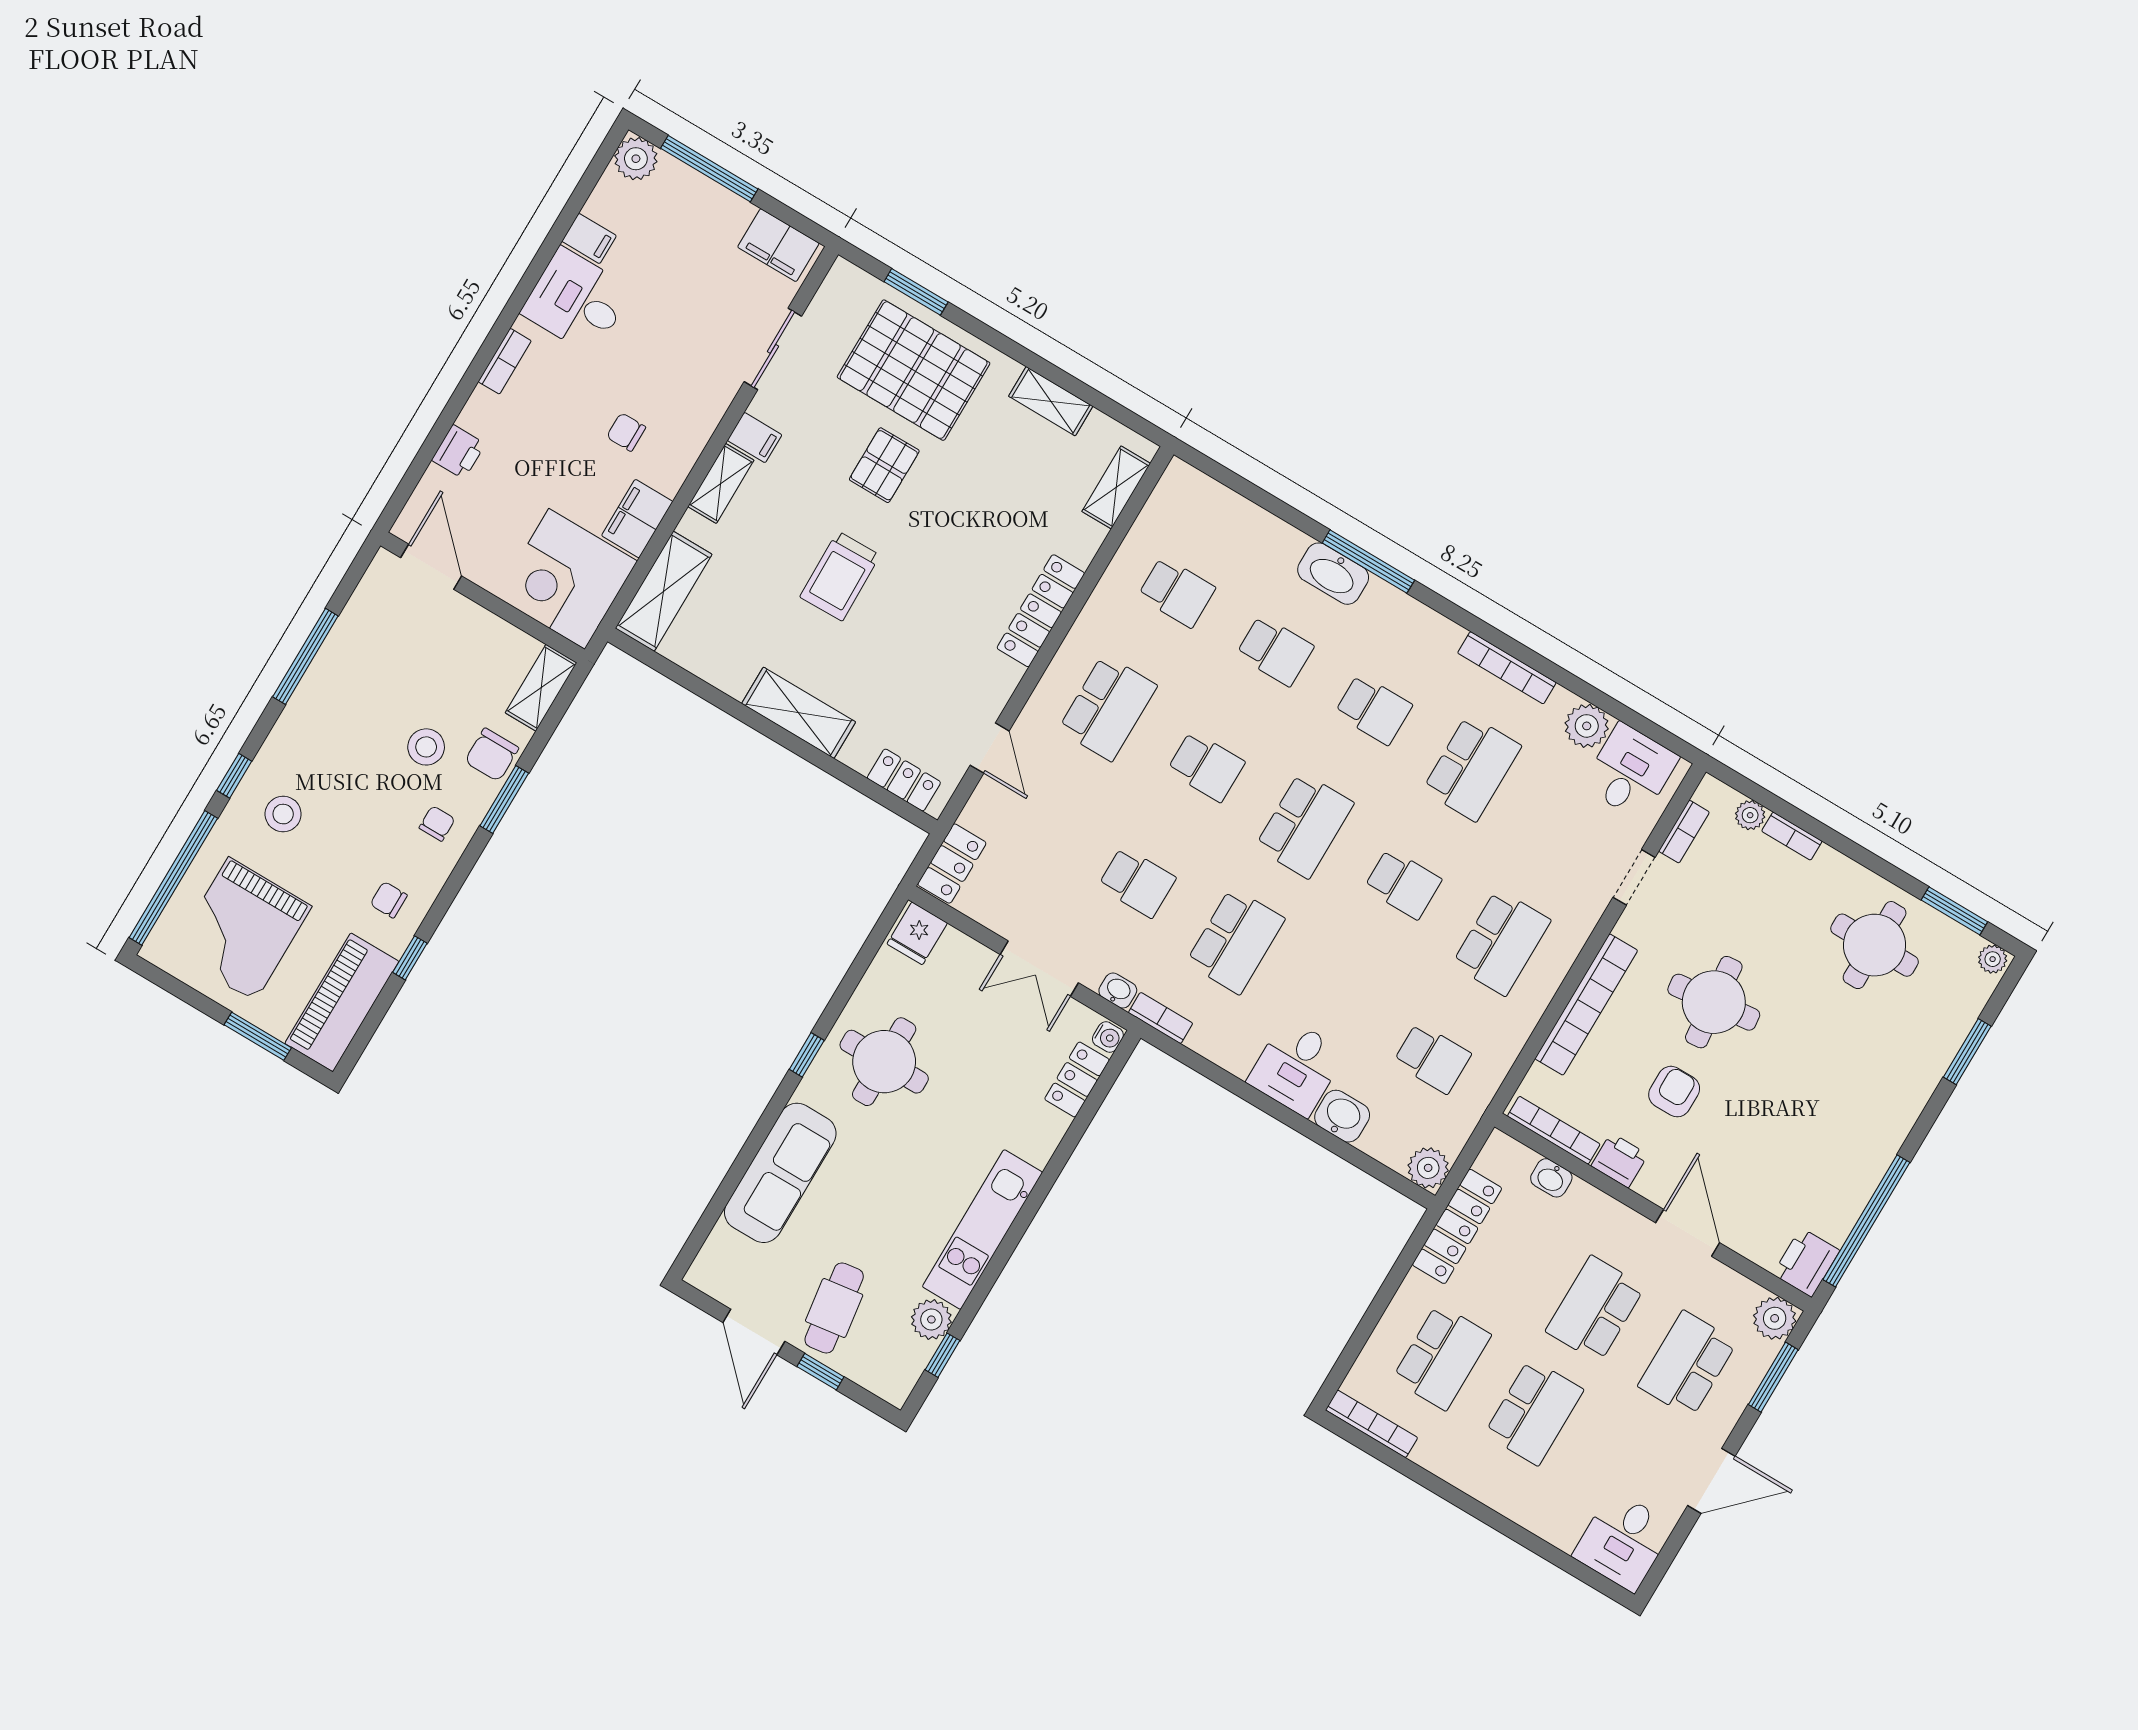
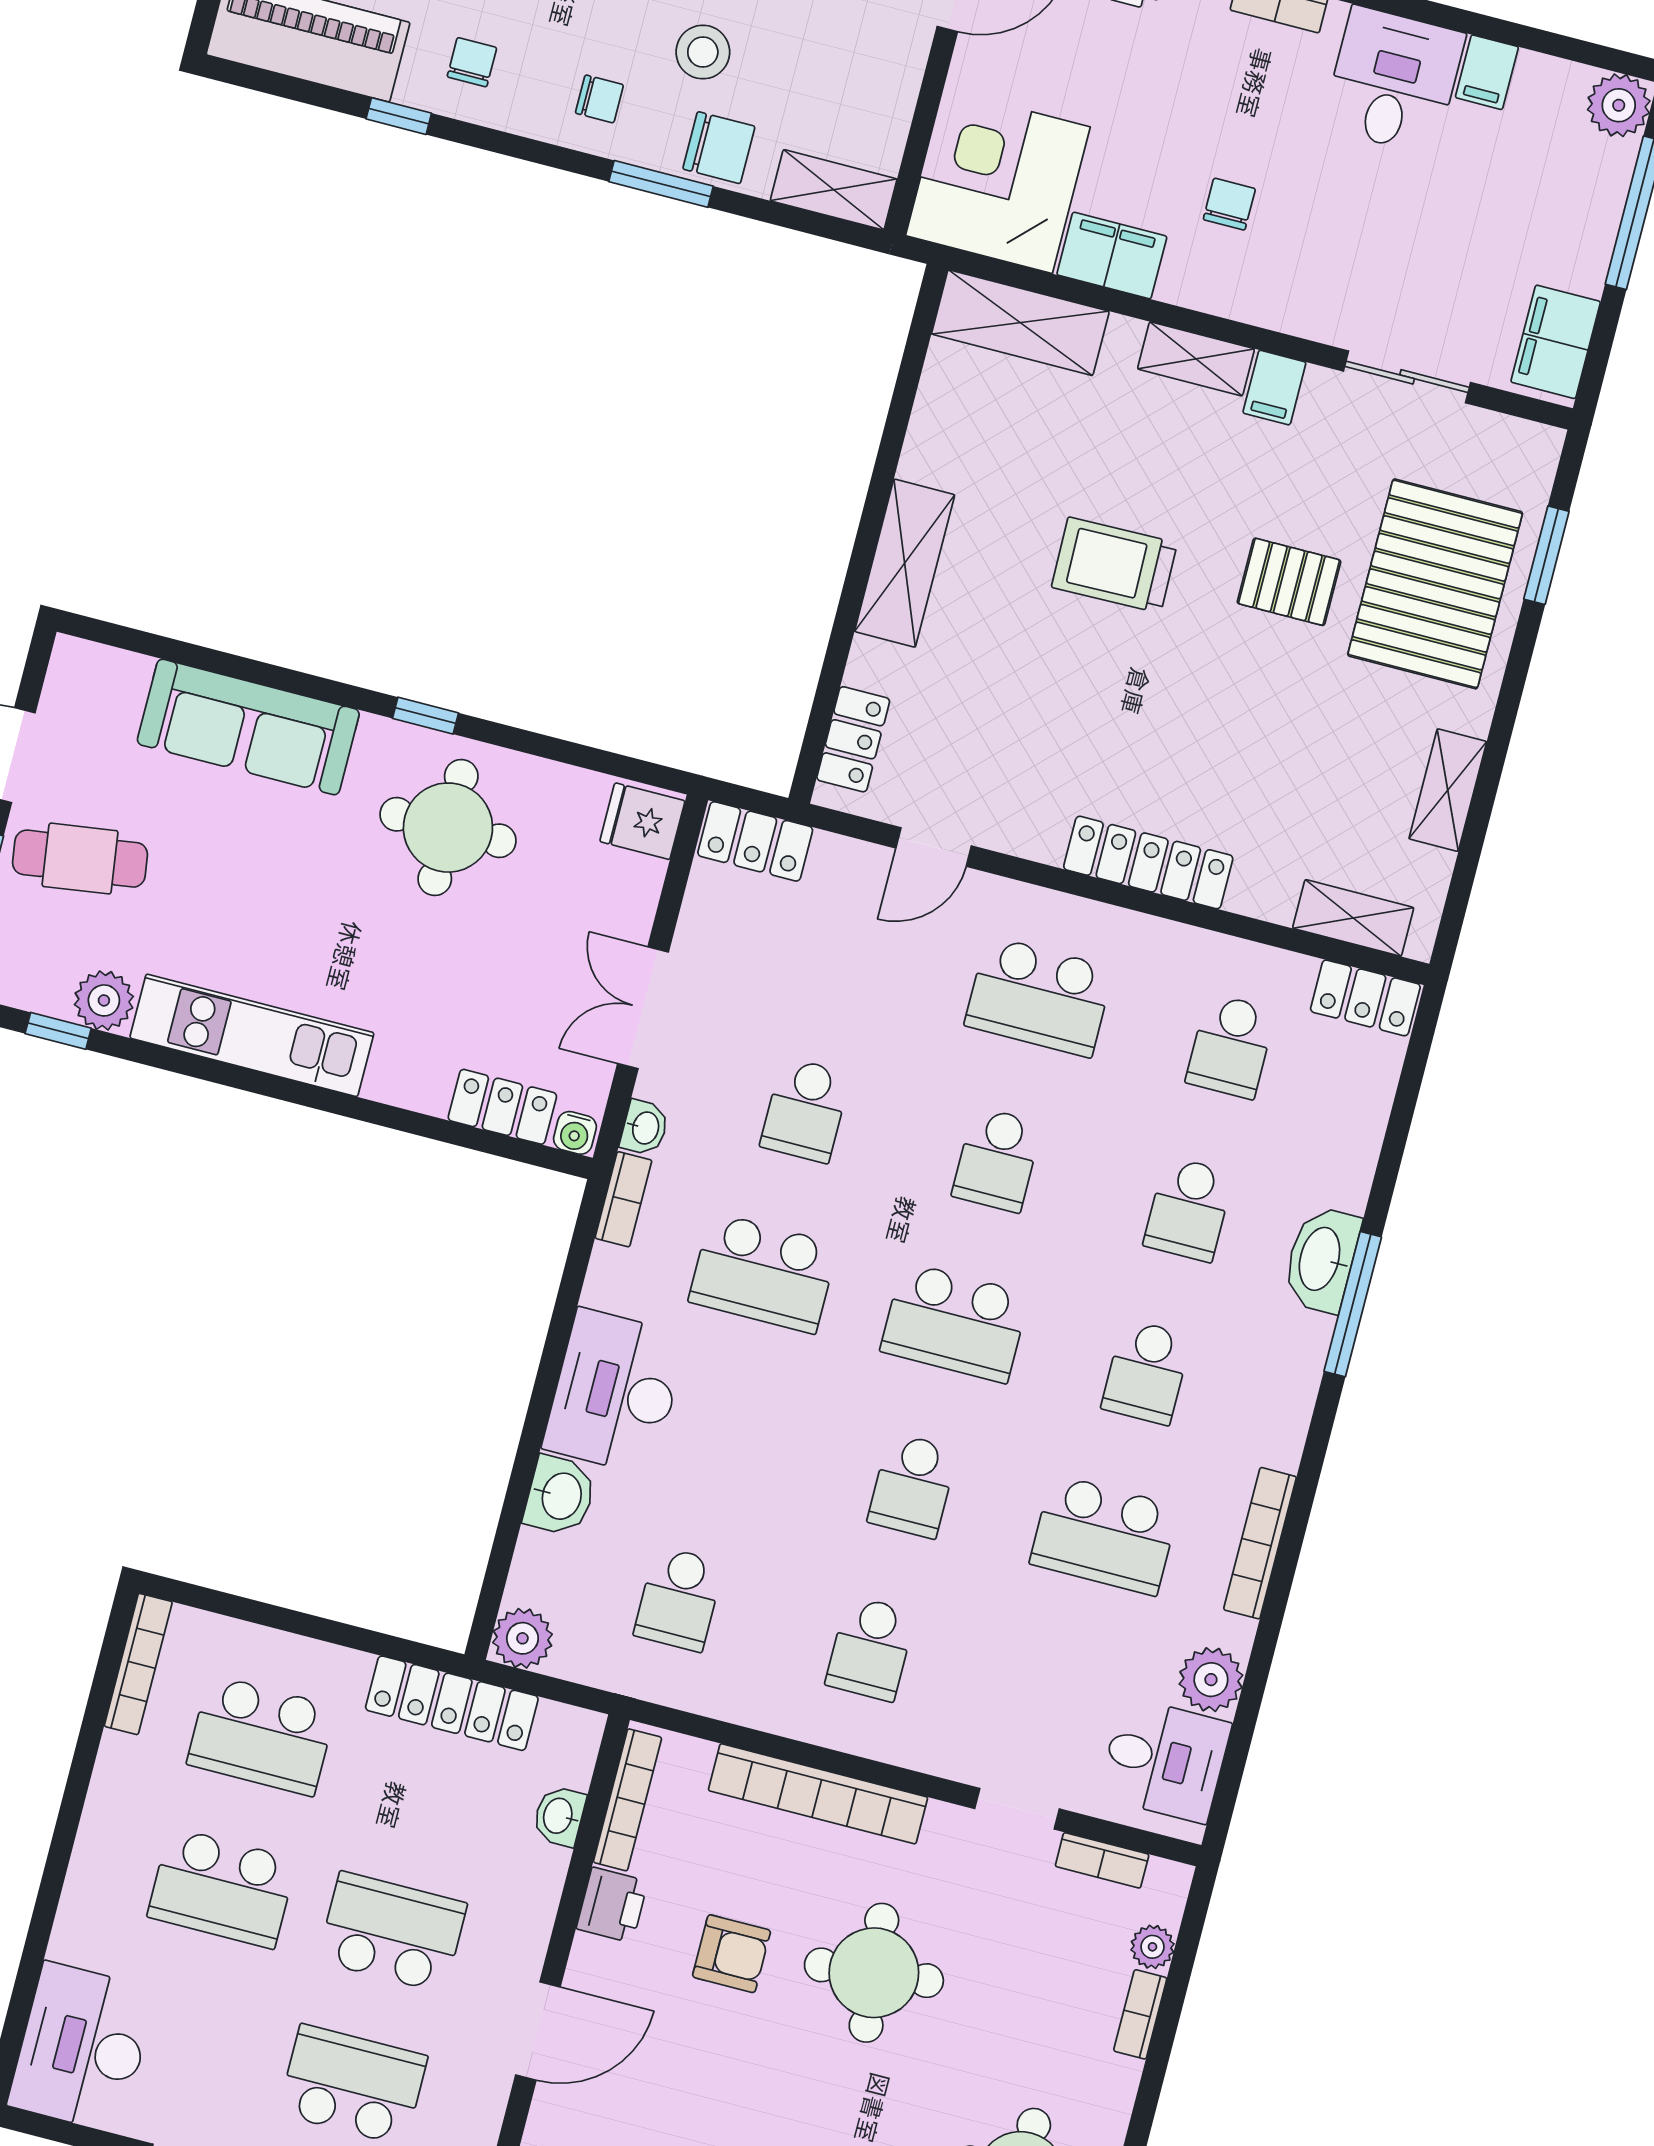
locker: (1171, 495) -> (1365, 998), added
chair: (492, 755) -> (719, 148), turned 180
school desk: (1501, 942) -> (871, 1648), width x0.54
desk: (1296, 1067) -> (615, 1392), width x1.37
desk: (1623, 1541) -> (82, 2047), width x1.37

